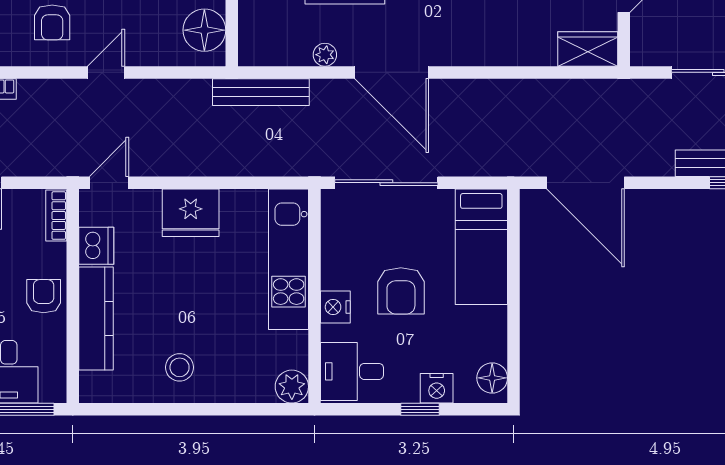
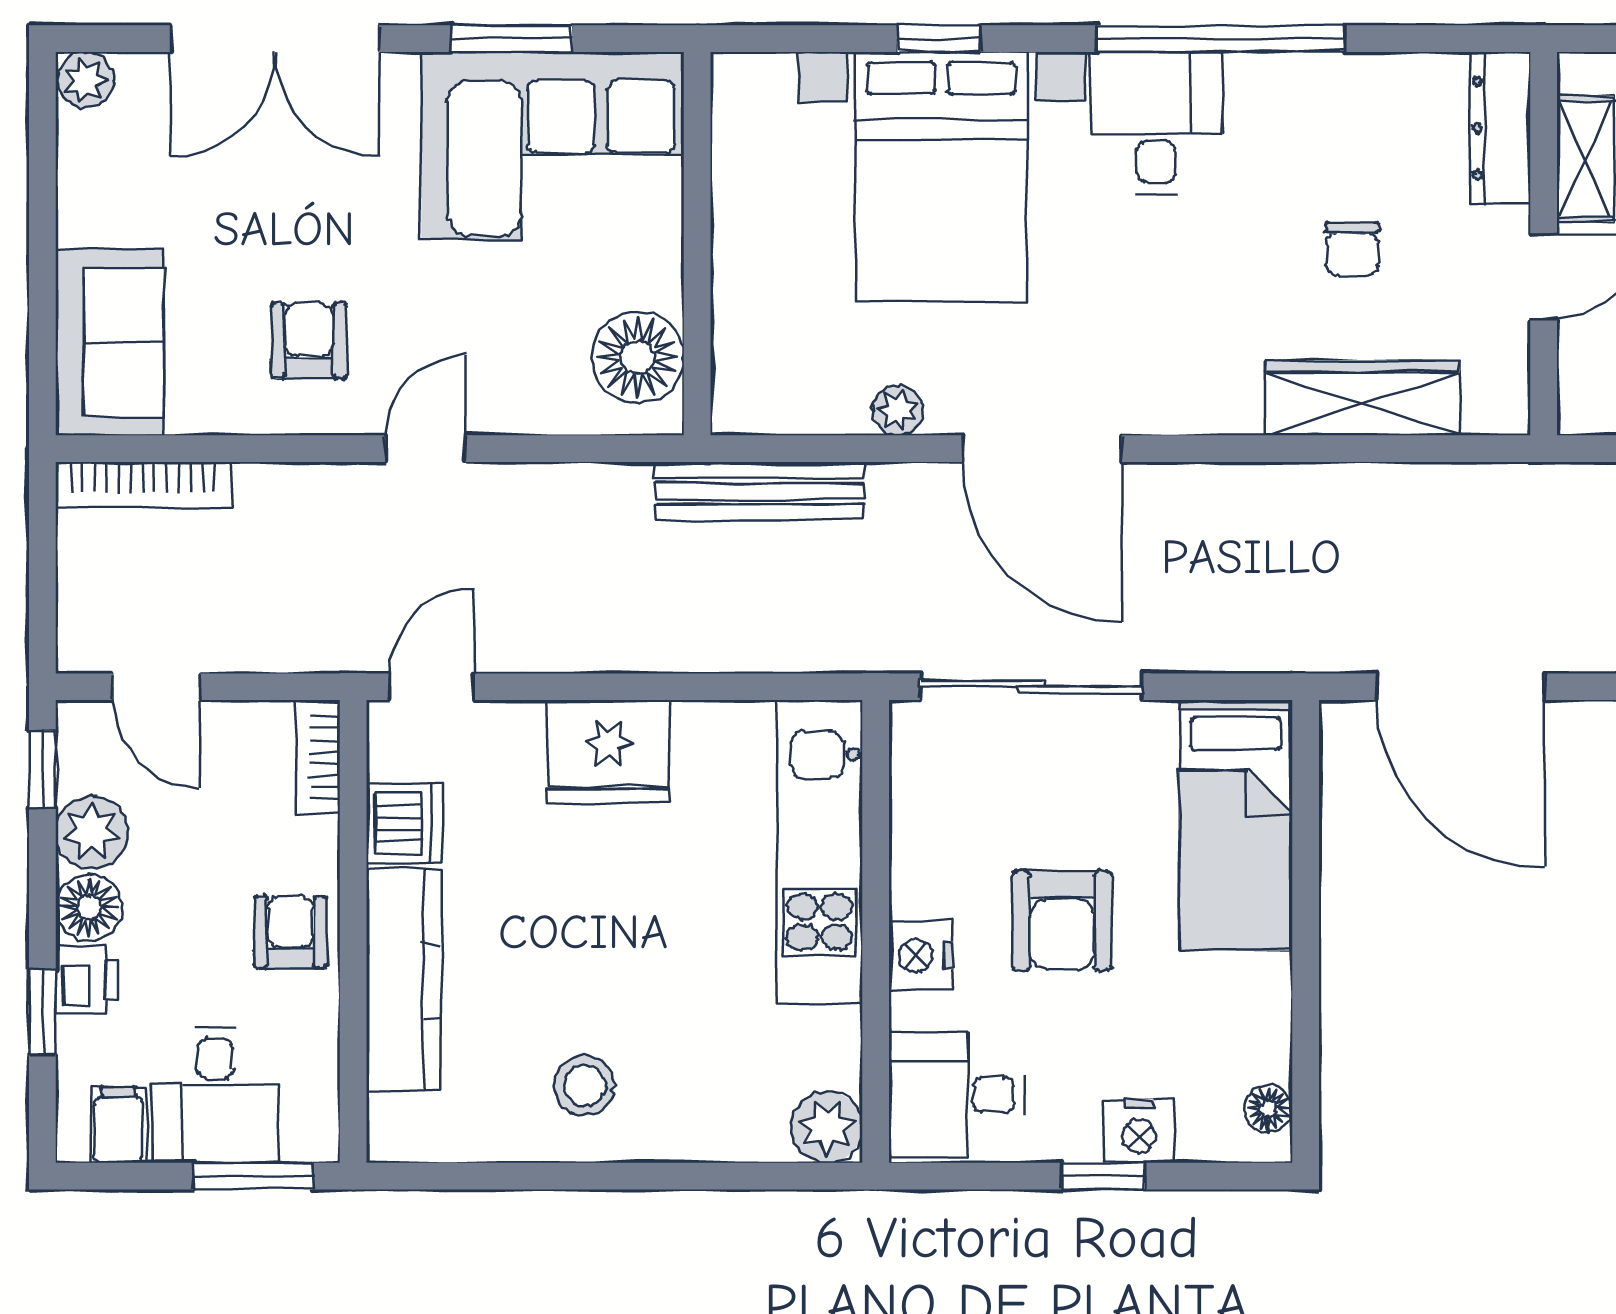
armchair: (52, 22) -> (309, 341), turned 180
wardrobe: (588, 49) -> (1363, 398), moved, width x1.50
floor lamp: (492, 378) -> (1268, 1109), width x0.73, depth x0.73

